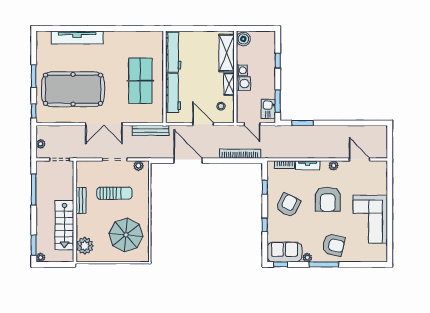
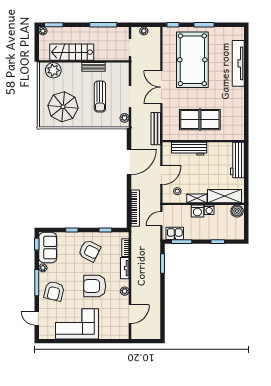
workbench: (173, 52) -> (237, 160), moved, turned 90
door: (364, 264) -> (37, 318), added

